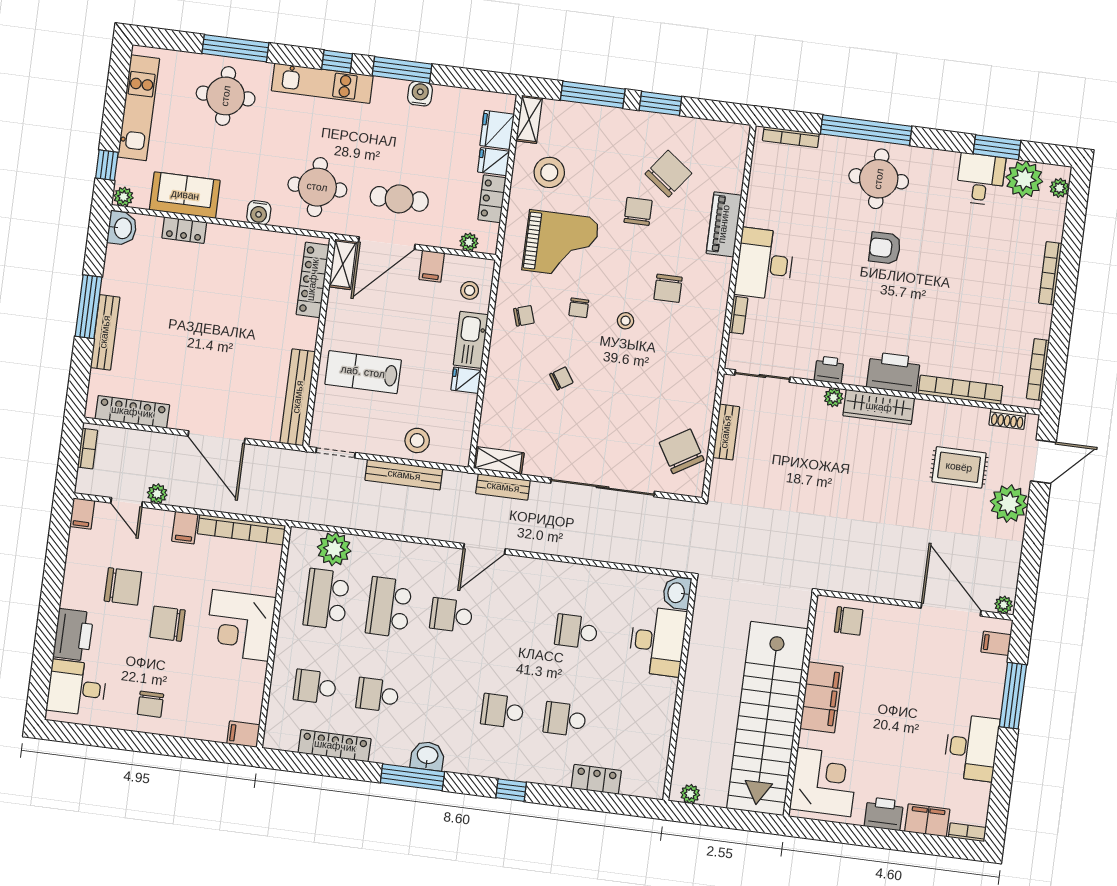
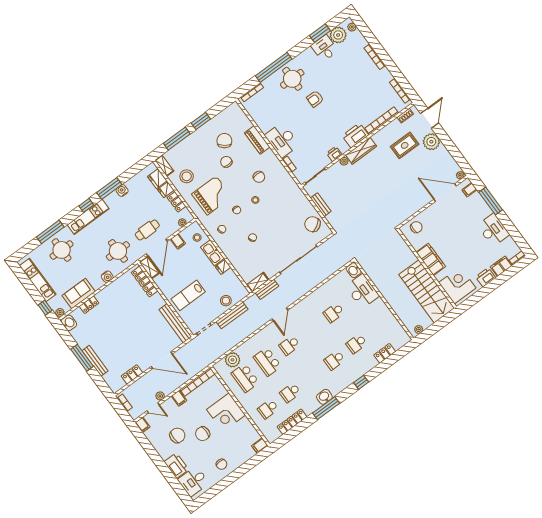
locker: (132, 412) -> (132, 374), width x0.66
stairs: (767, 719) -> (427, 291), width x0.73

